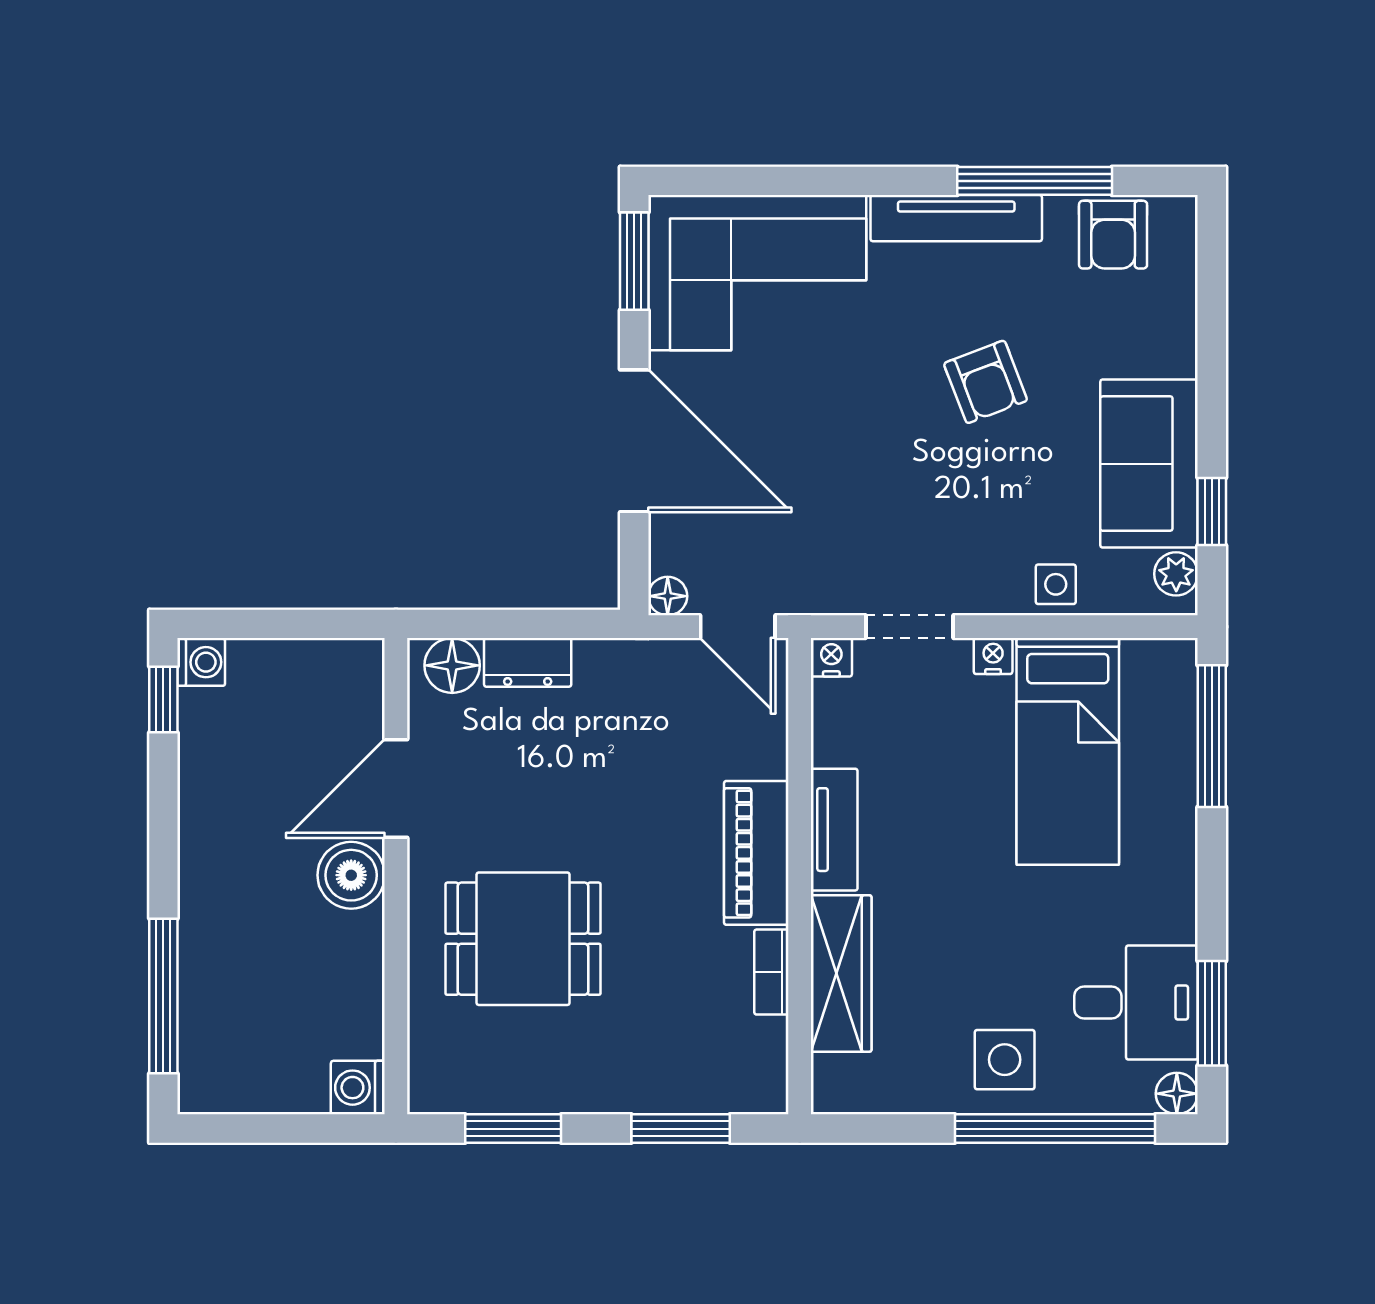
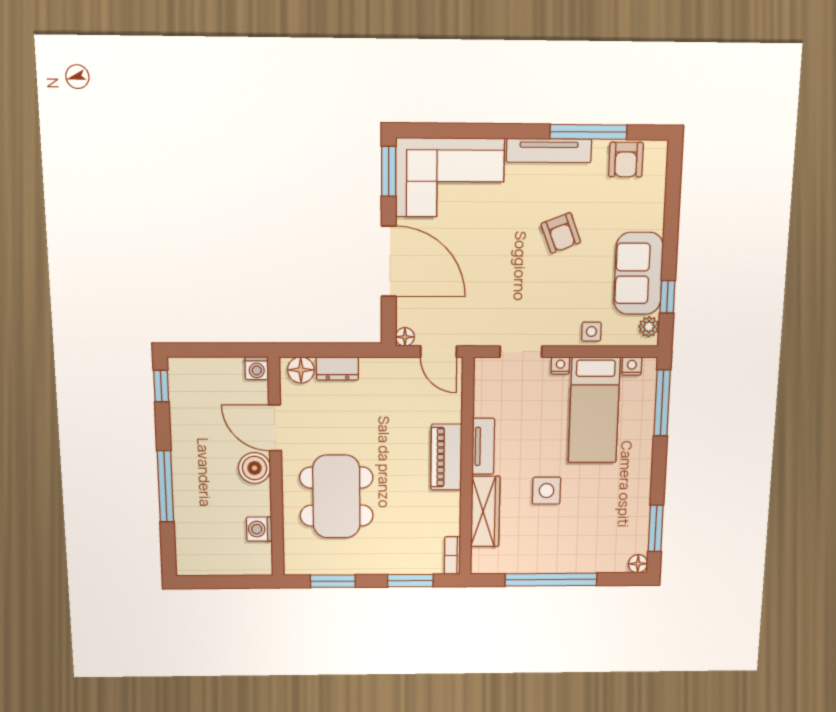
nightstand: (831, 657) -> (632, 366), moved
washing machine: (201, 662) -> (257, 368), moved, turned 90
door: (396, 788) -> (275, 428), hinge flipped
dining table: (523, 939) -> (336, 497), width x1.38
bookcase: (771, 972) -> (452, 555), moved
window: (163, 996) -> (165, 486), moved
desk: (1136, 1002) -> (621, 524), removed
side table: (1005, 1060) -> (547, 491), moved
washing machine: (358, 1088) -> (259, 529), moved
window: (1055, 1129) -> (551, 580), moved

